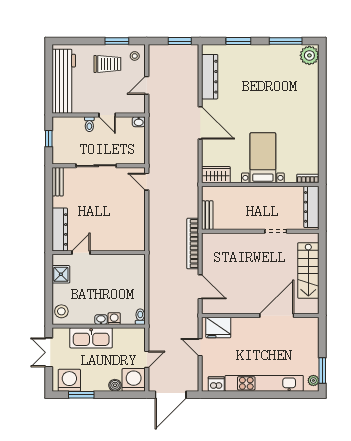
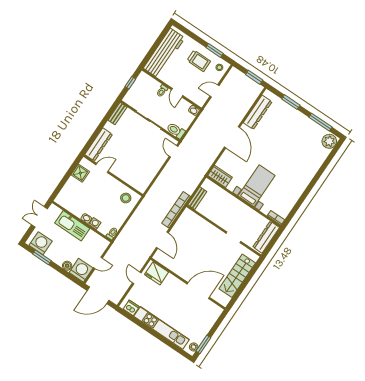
toilet: (134, 157) -> (176, 131), added
stool: (61, 311) -> (126, 198), moved

